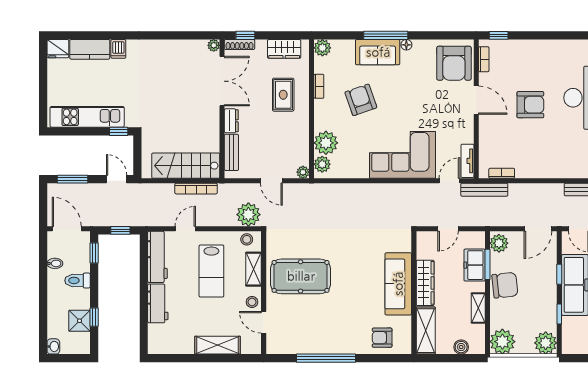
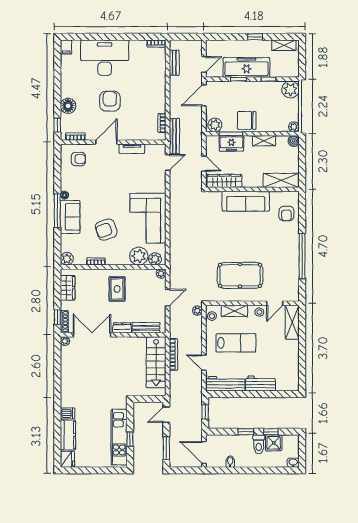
floor lamp: (524, 49) -> (68, 106), added
armchair: (454, 63) -> (78, 159), width x0.53, depth x0.53
rug: (283, 95) -> (117, 289), moved, turned 90
window: (119, 131) -> (130, 439), moved
corner sofa: (402, 155) -> (148, 218), moved
tv unit: (467, 161) -> (132, 149), moved
door: (449, 181) -> (168, 162), swing flipped
plant: (248, 215) -> (197, 311), width x0.53, depth x0.53
door: (67, 229) -> (204, 453), hinge flipped
door: (538, 229) -> (204, 95), swing flipped
window: (94, 253) -> (246, 432), moved
pool table: (301, 276) -> (240, 275), turned 90
toilet: (78, 280) -> (259, 444), moved
wardrobe: (425, 283) -> (224, 181), moved
chair: (505, 285) -> (247, 120), turned -84
plant: (502, 342) -> (294, 127), width x0.53, depth x0.53
shelving: (218, 345) -> (292, 322), moved
boiler: (461, 347) -> (294, 141), moved

